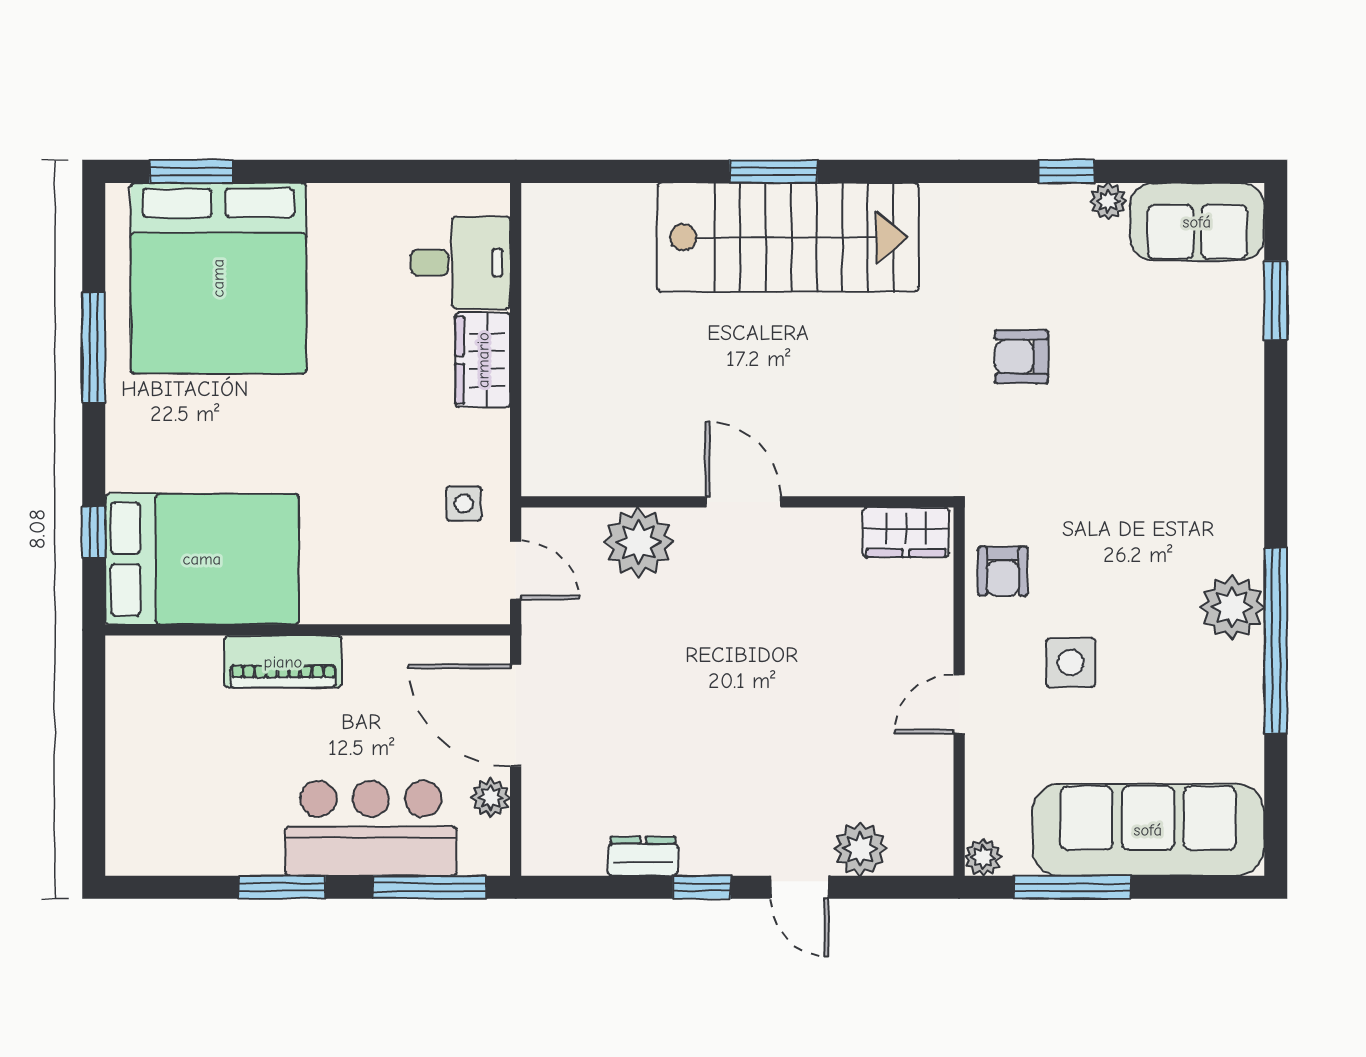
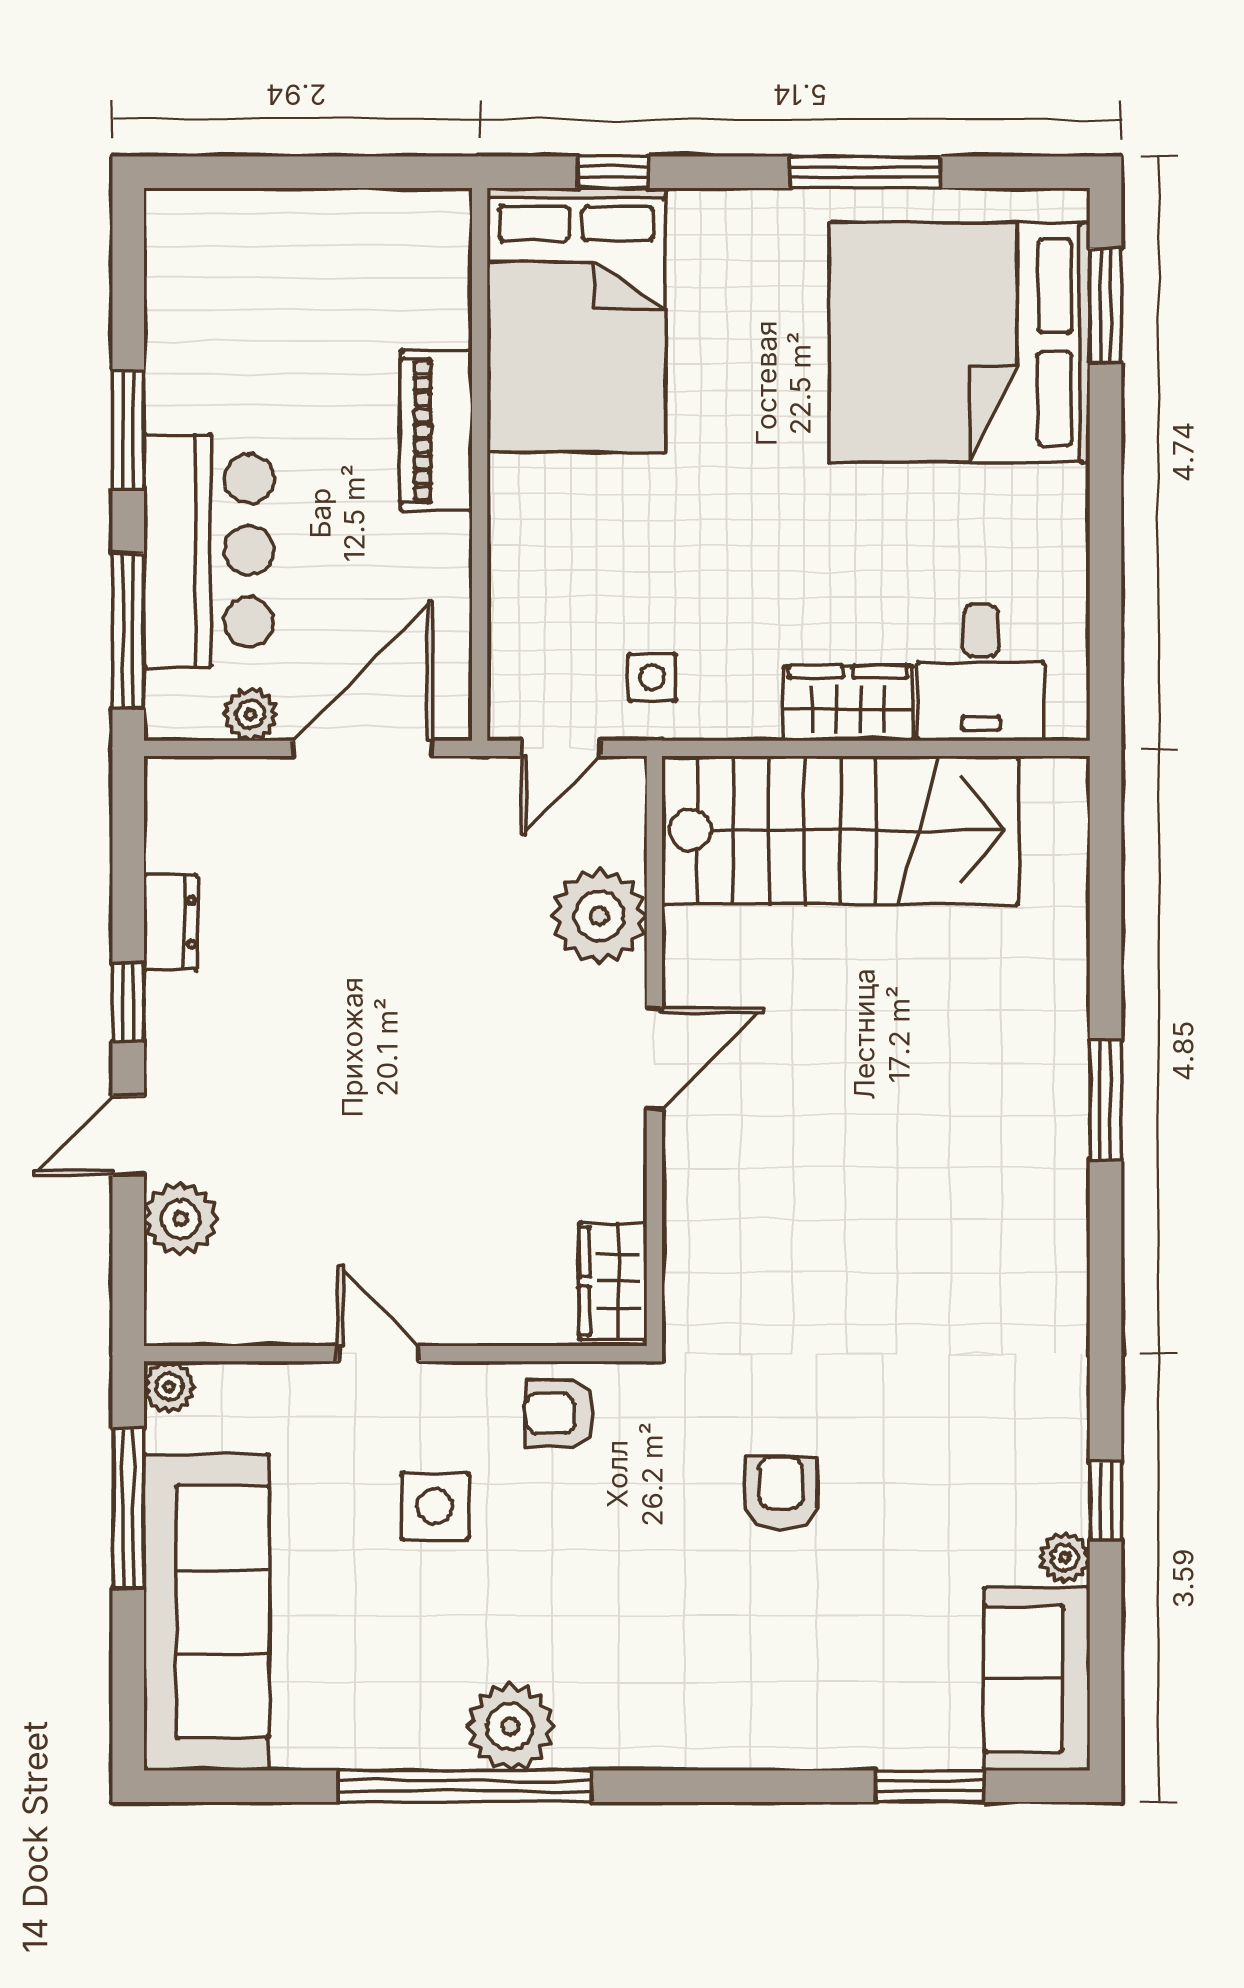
stairs: (788, 237) -> (840, 830), moved, turned -90
armchair: (1022, 357) -> (781, 1493), moved

